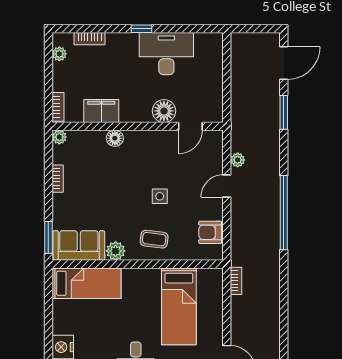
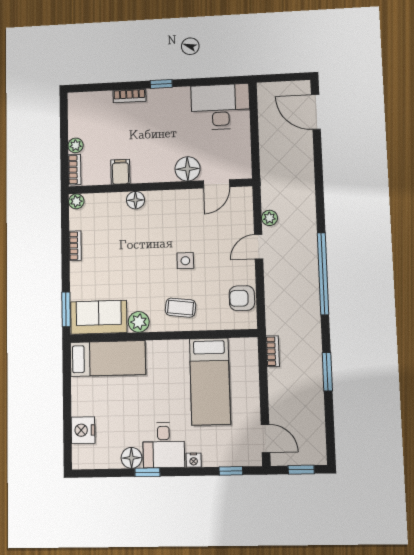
bookcase: (90, 39) -> (129, 96), moved
plant: (59, 54) -> (76, 145), moved
desk: (166, 54) -> (220, 107), moved
door: (284, 63) -> (316, 112), swing flipped
filing cabinet: (101, 111) -> (120, 172), width x0.50
window: (284, 112) -> (327, 372), moved

